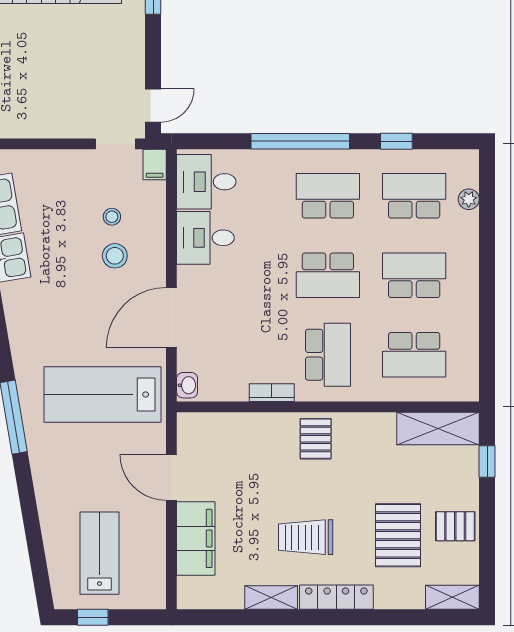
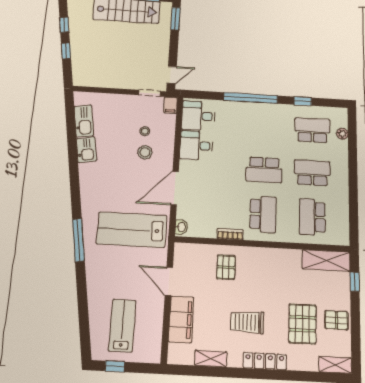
school desk: (328, 196) -> (265, 127), removed
school desk: (414, 355) -> (312, 217), turned 90
pallet: (316, 439) -> (226, 267), moved
shelving: (271, 597) -> (211, 359), moved

